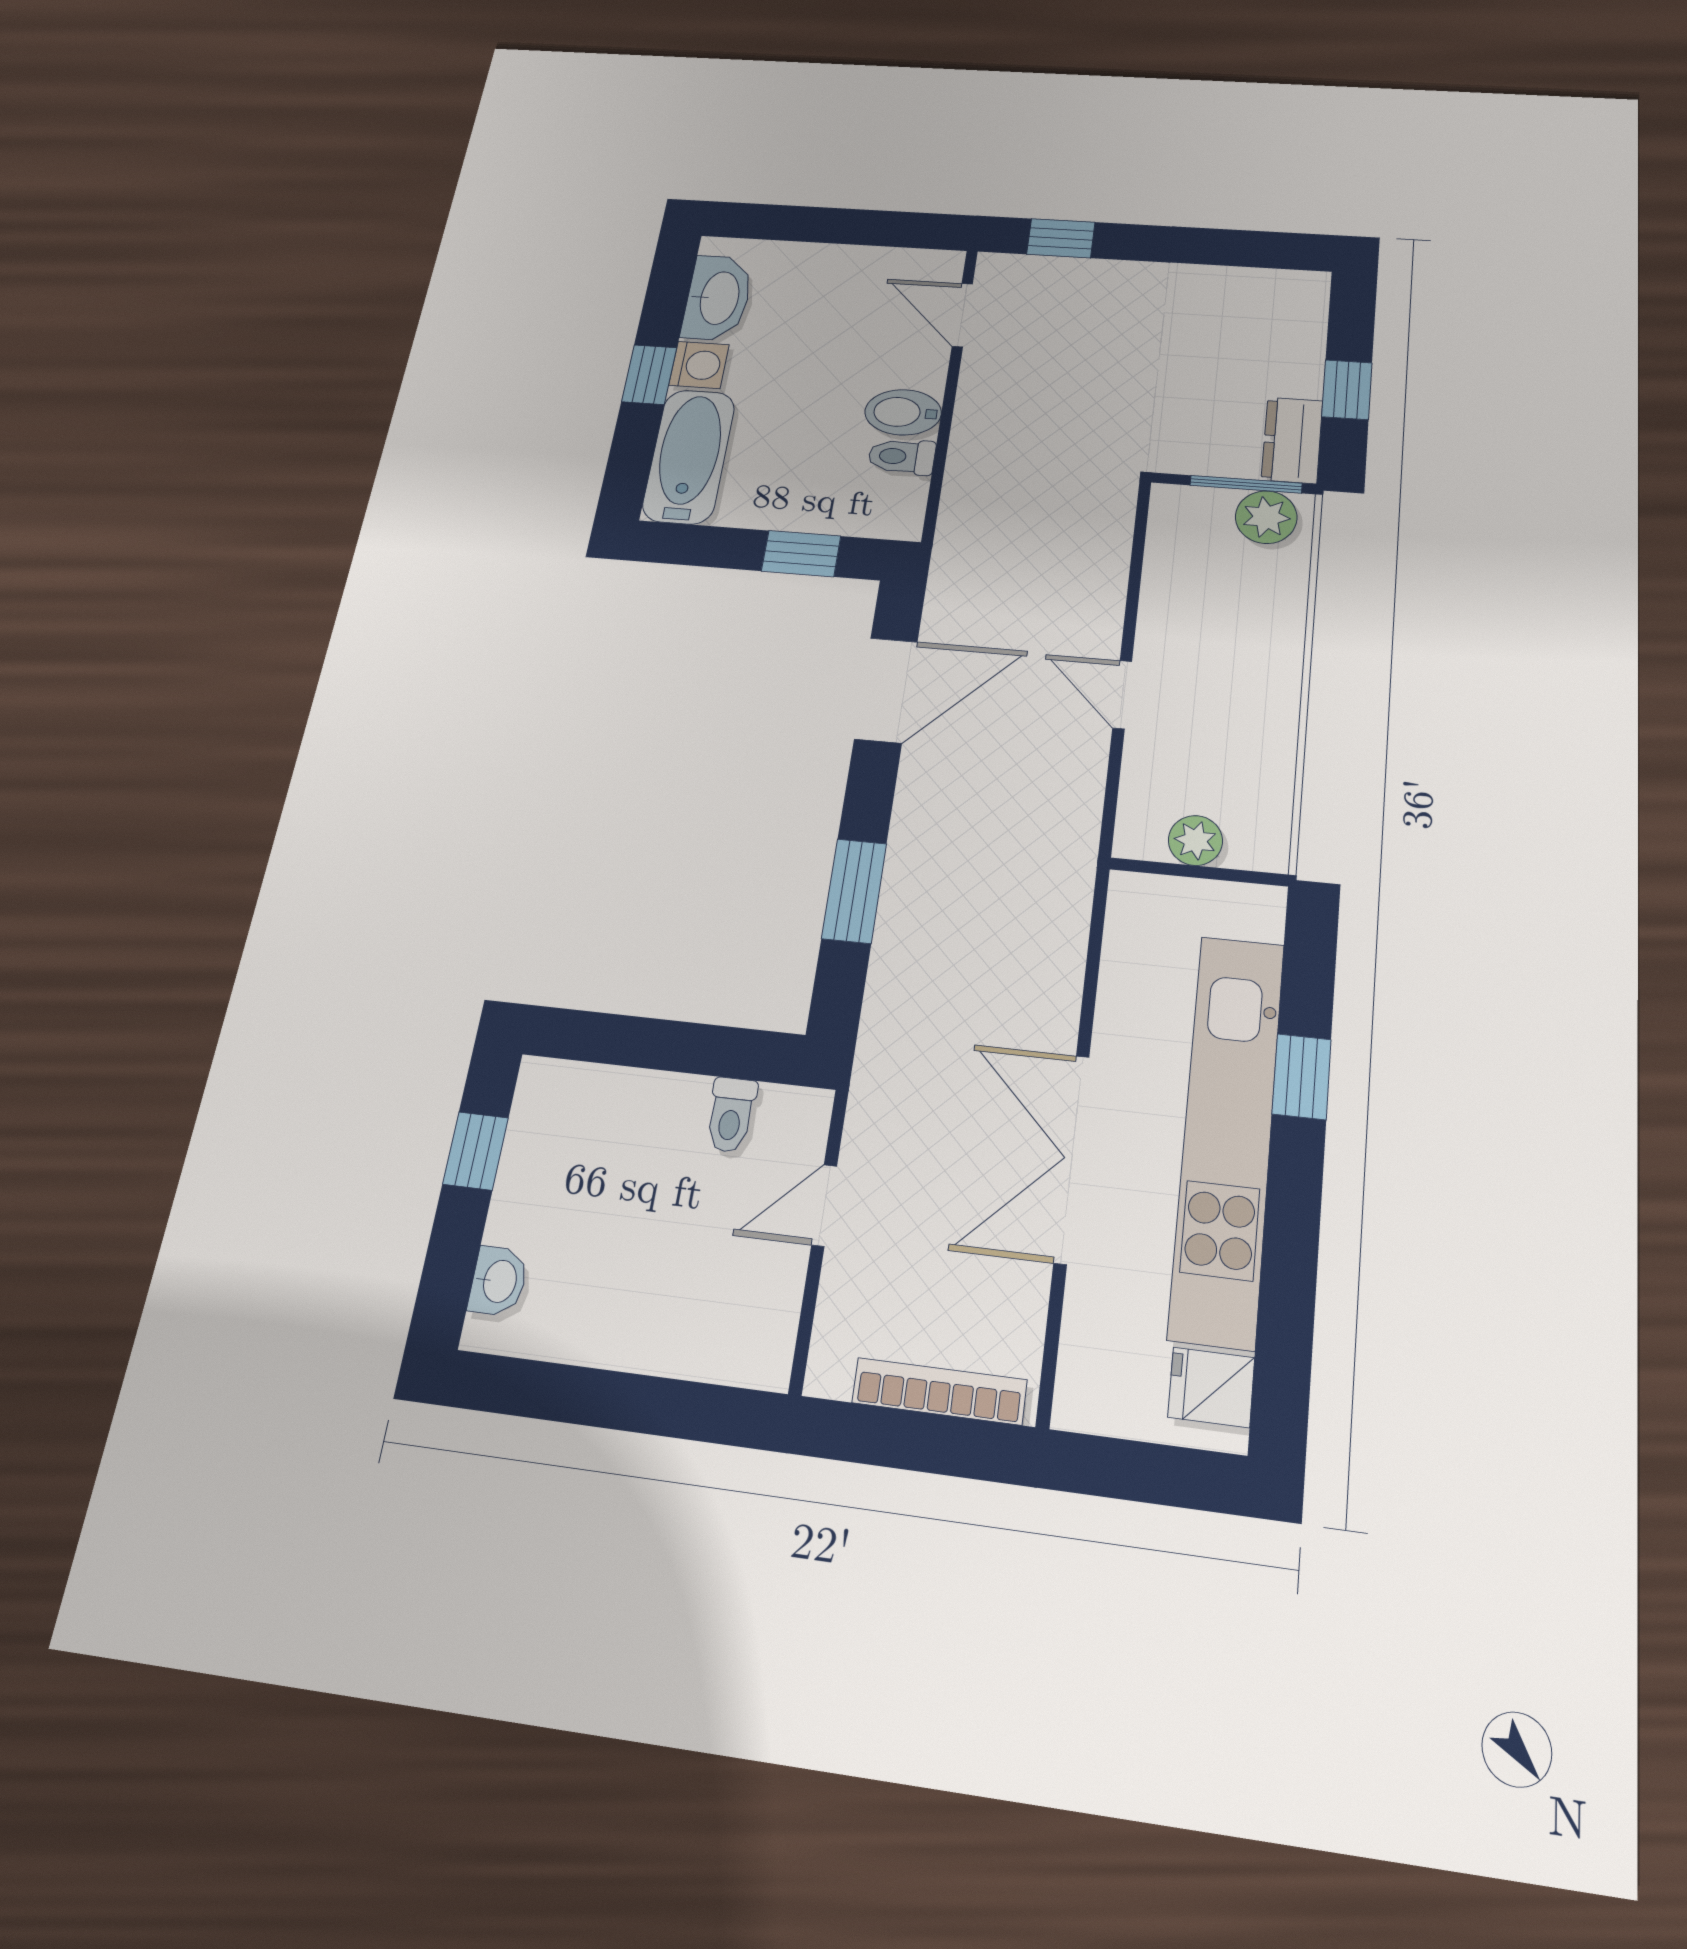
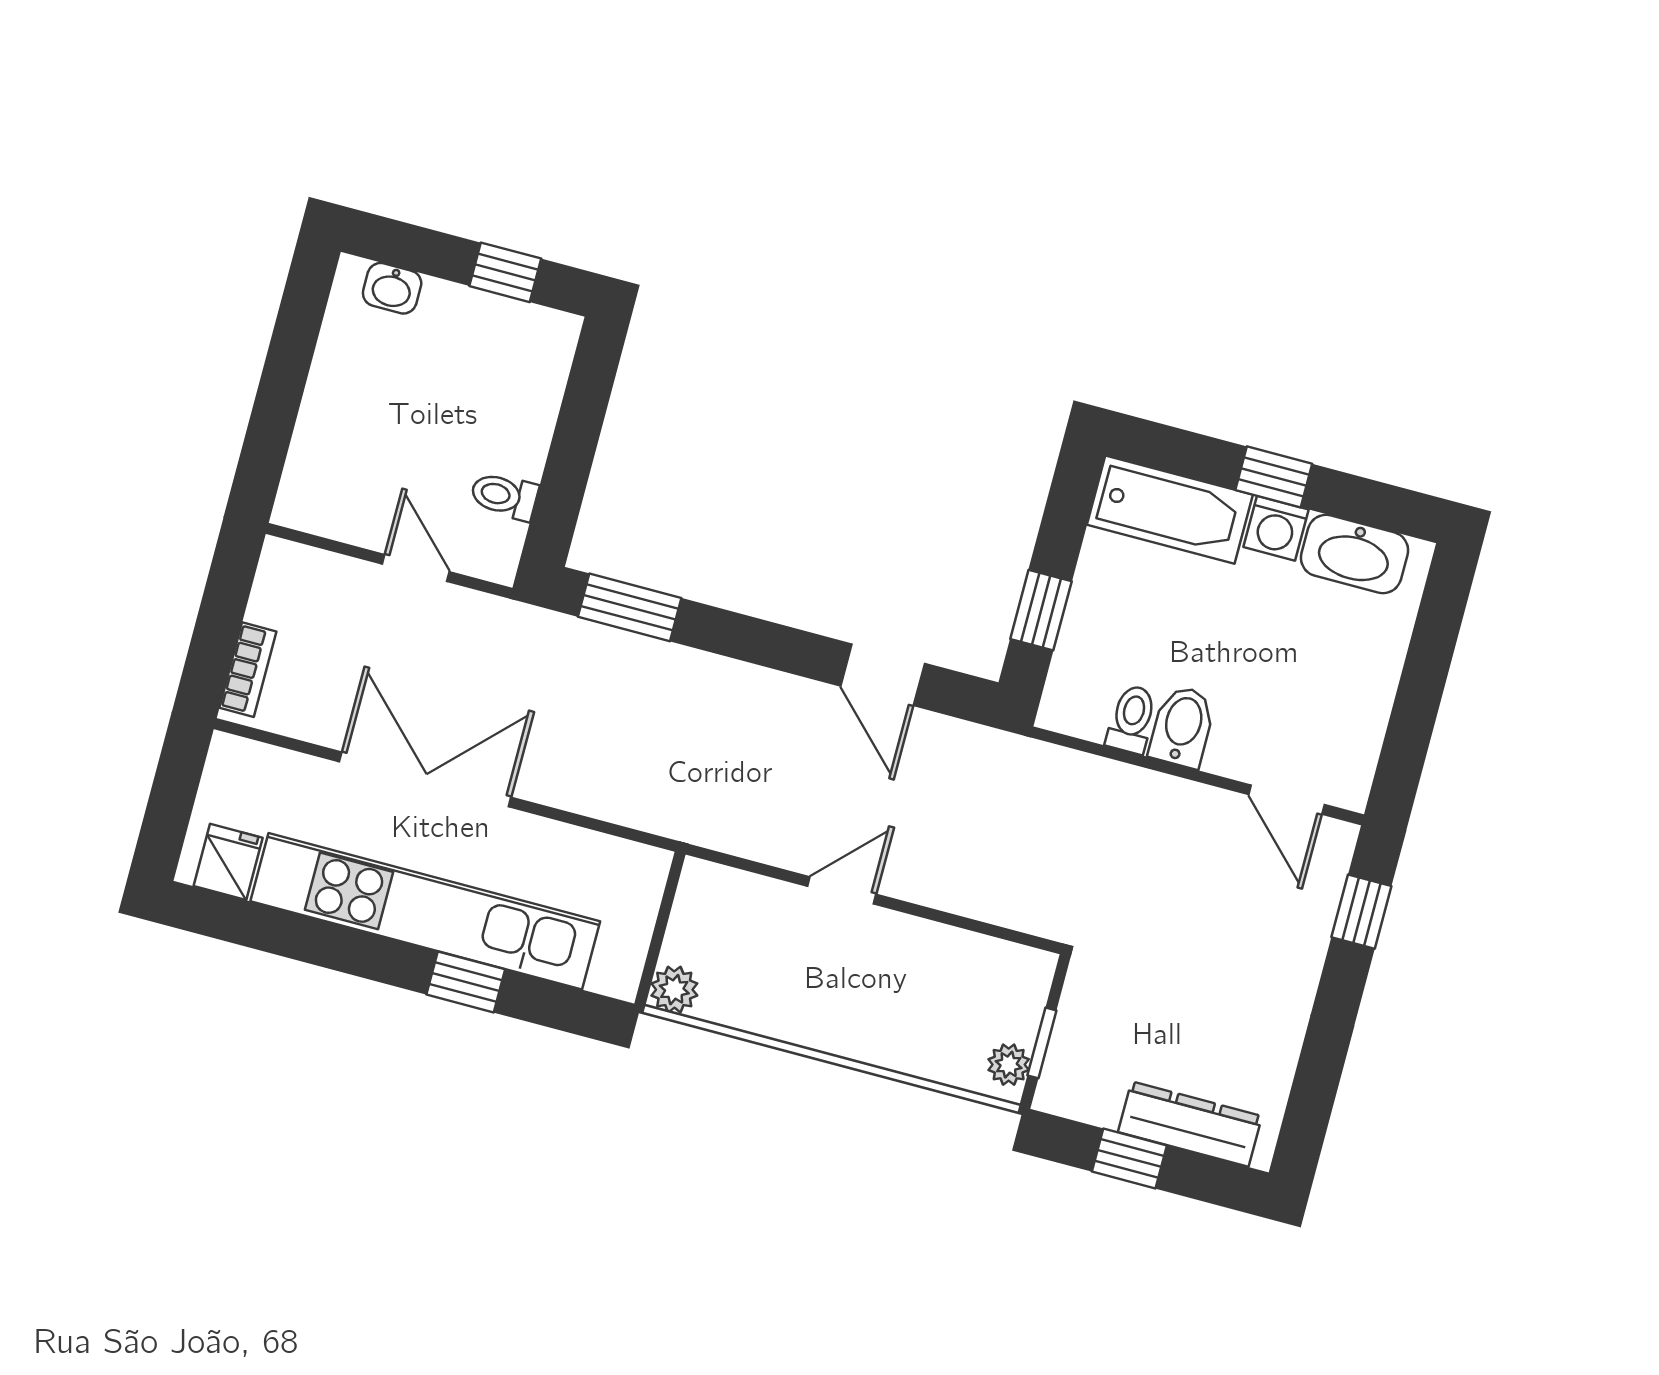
door: (962, 315) -> (1286, 800), swing flipped
dresser: (1292, 440) -> (1190, 1124), moved, width x1.44
window: (1246, 484) -> (1042, 1043), width x0.67
plant: (1266, 517) -> (1009, 1065), width x0.73, depth x0.73
door: (886, 690) -> (883, 675), width x0.73
plant: (1195, 840) -> (674, 990), moved
window: (854, 891) -> (630, 607), moved
bookcase: (939, 1391) -> (248, 670), width x0.64

